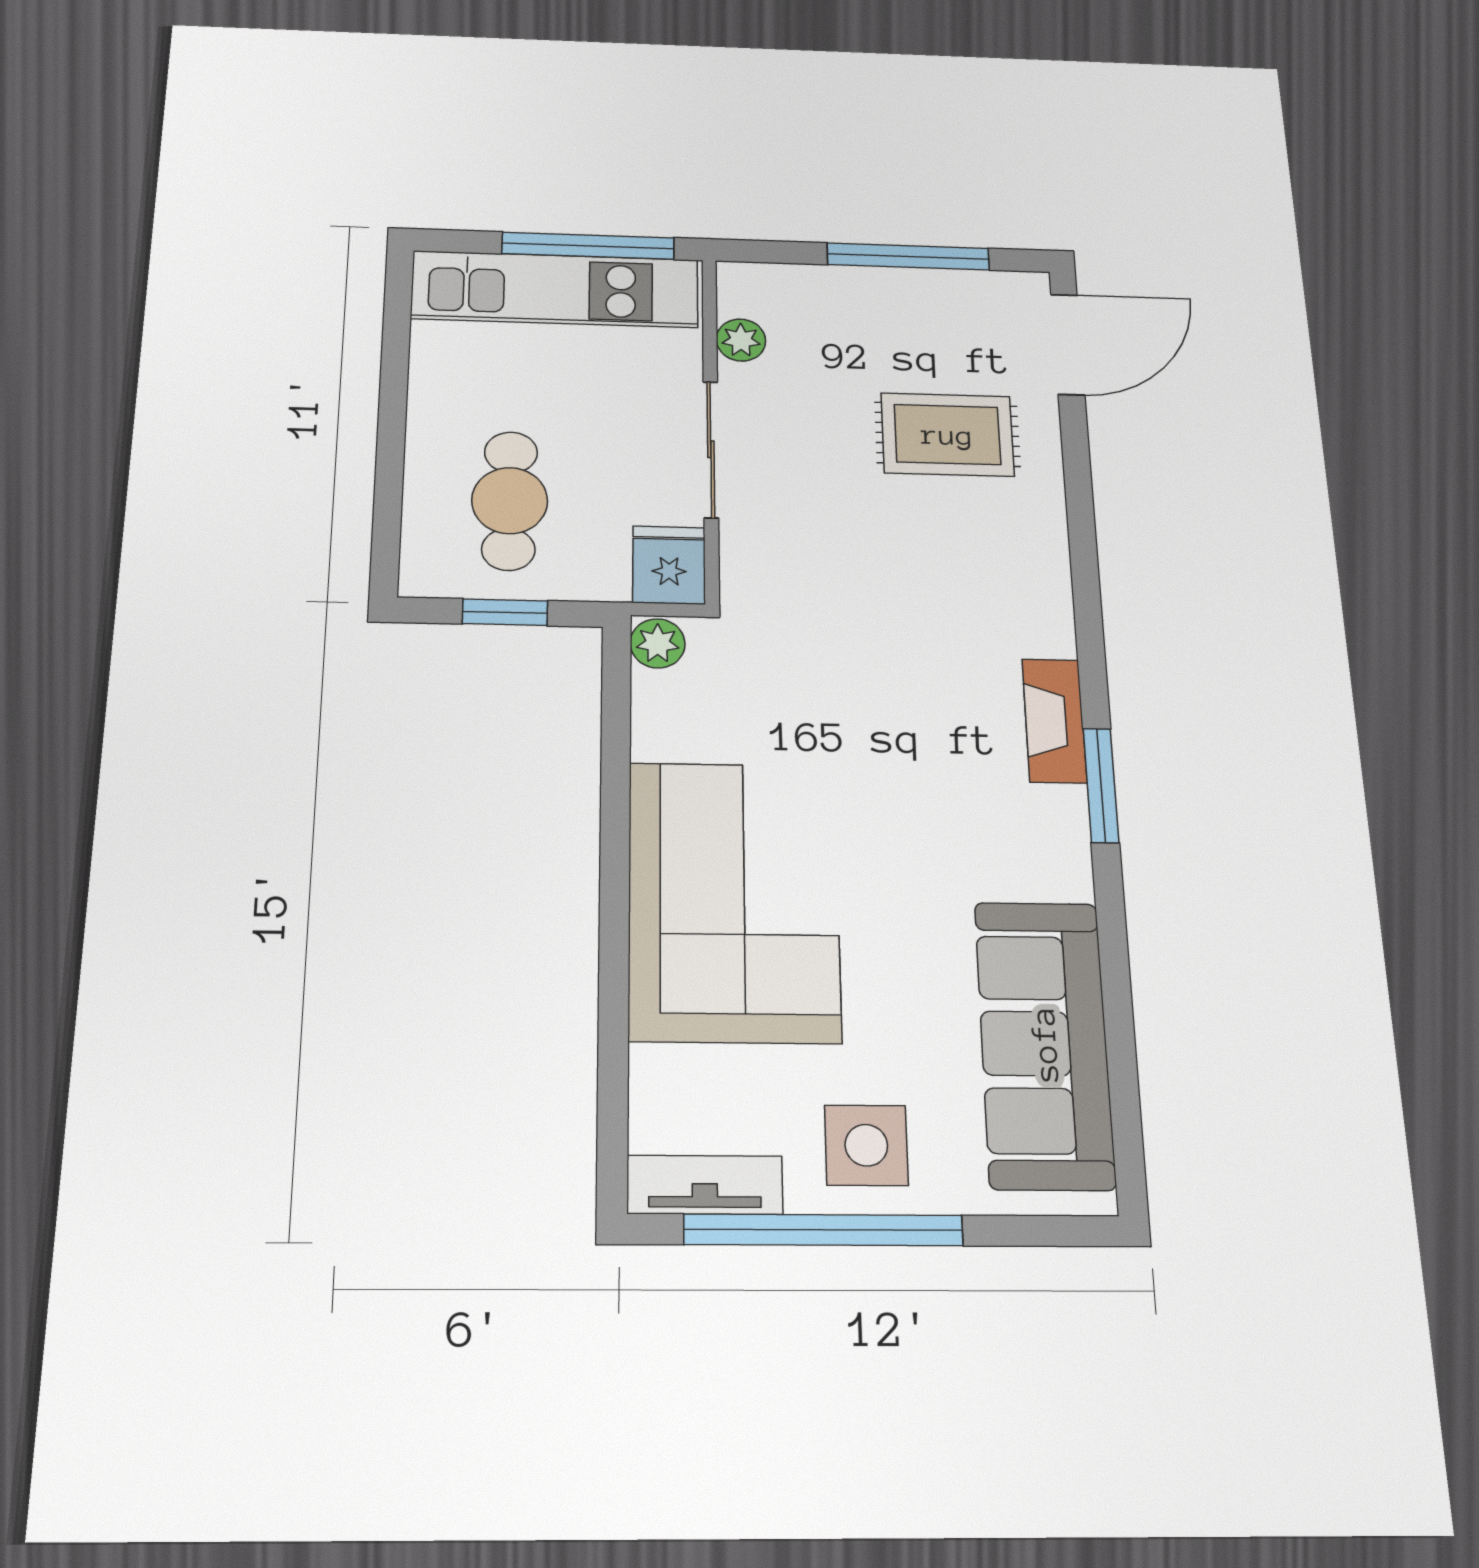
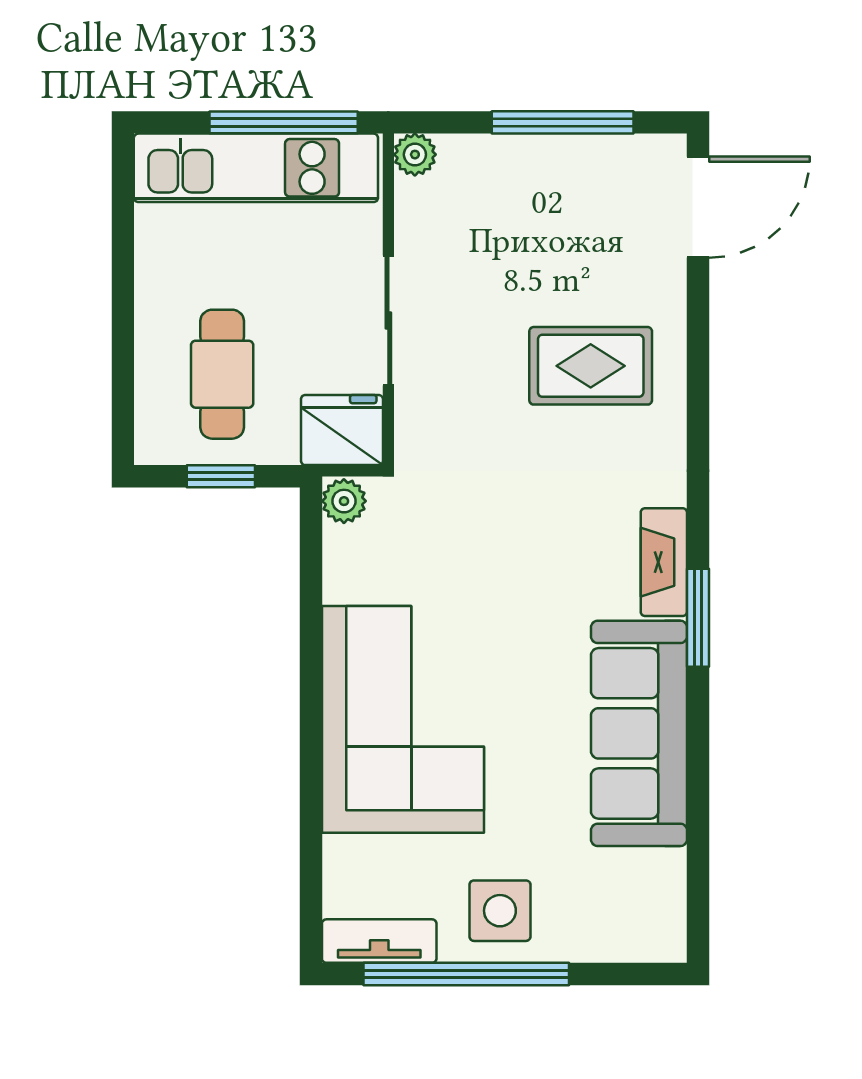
plant: (741, 340) -> (415, 155), moved
rug: (947, 435) -> (591, 366), moved
fridge: (669, 565) -> (342, 430), width x1.38
sofa: (1044, 1044) -> (639, 733), moved

